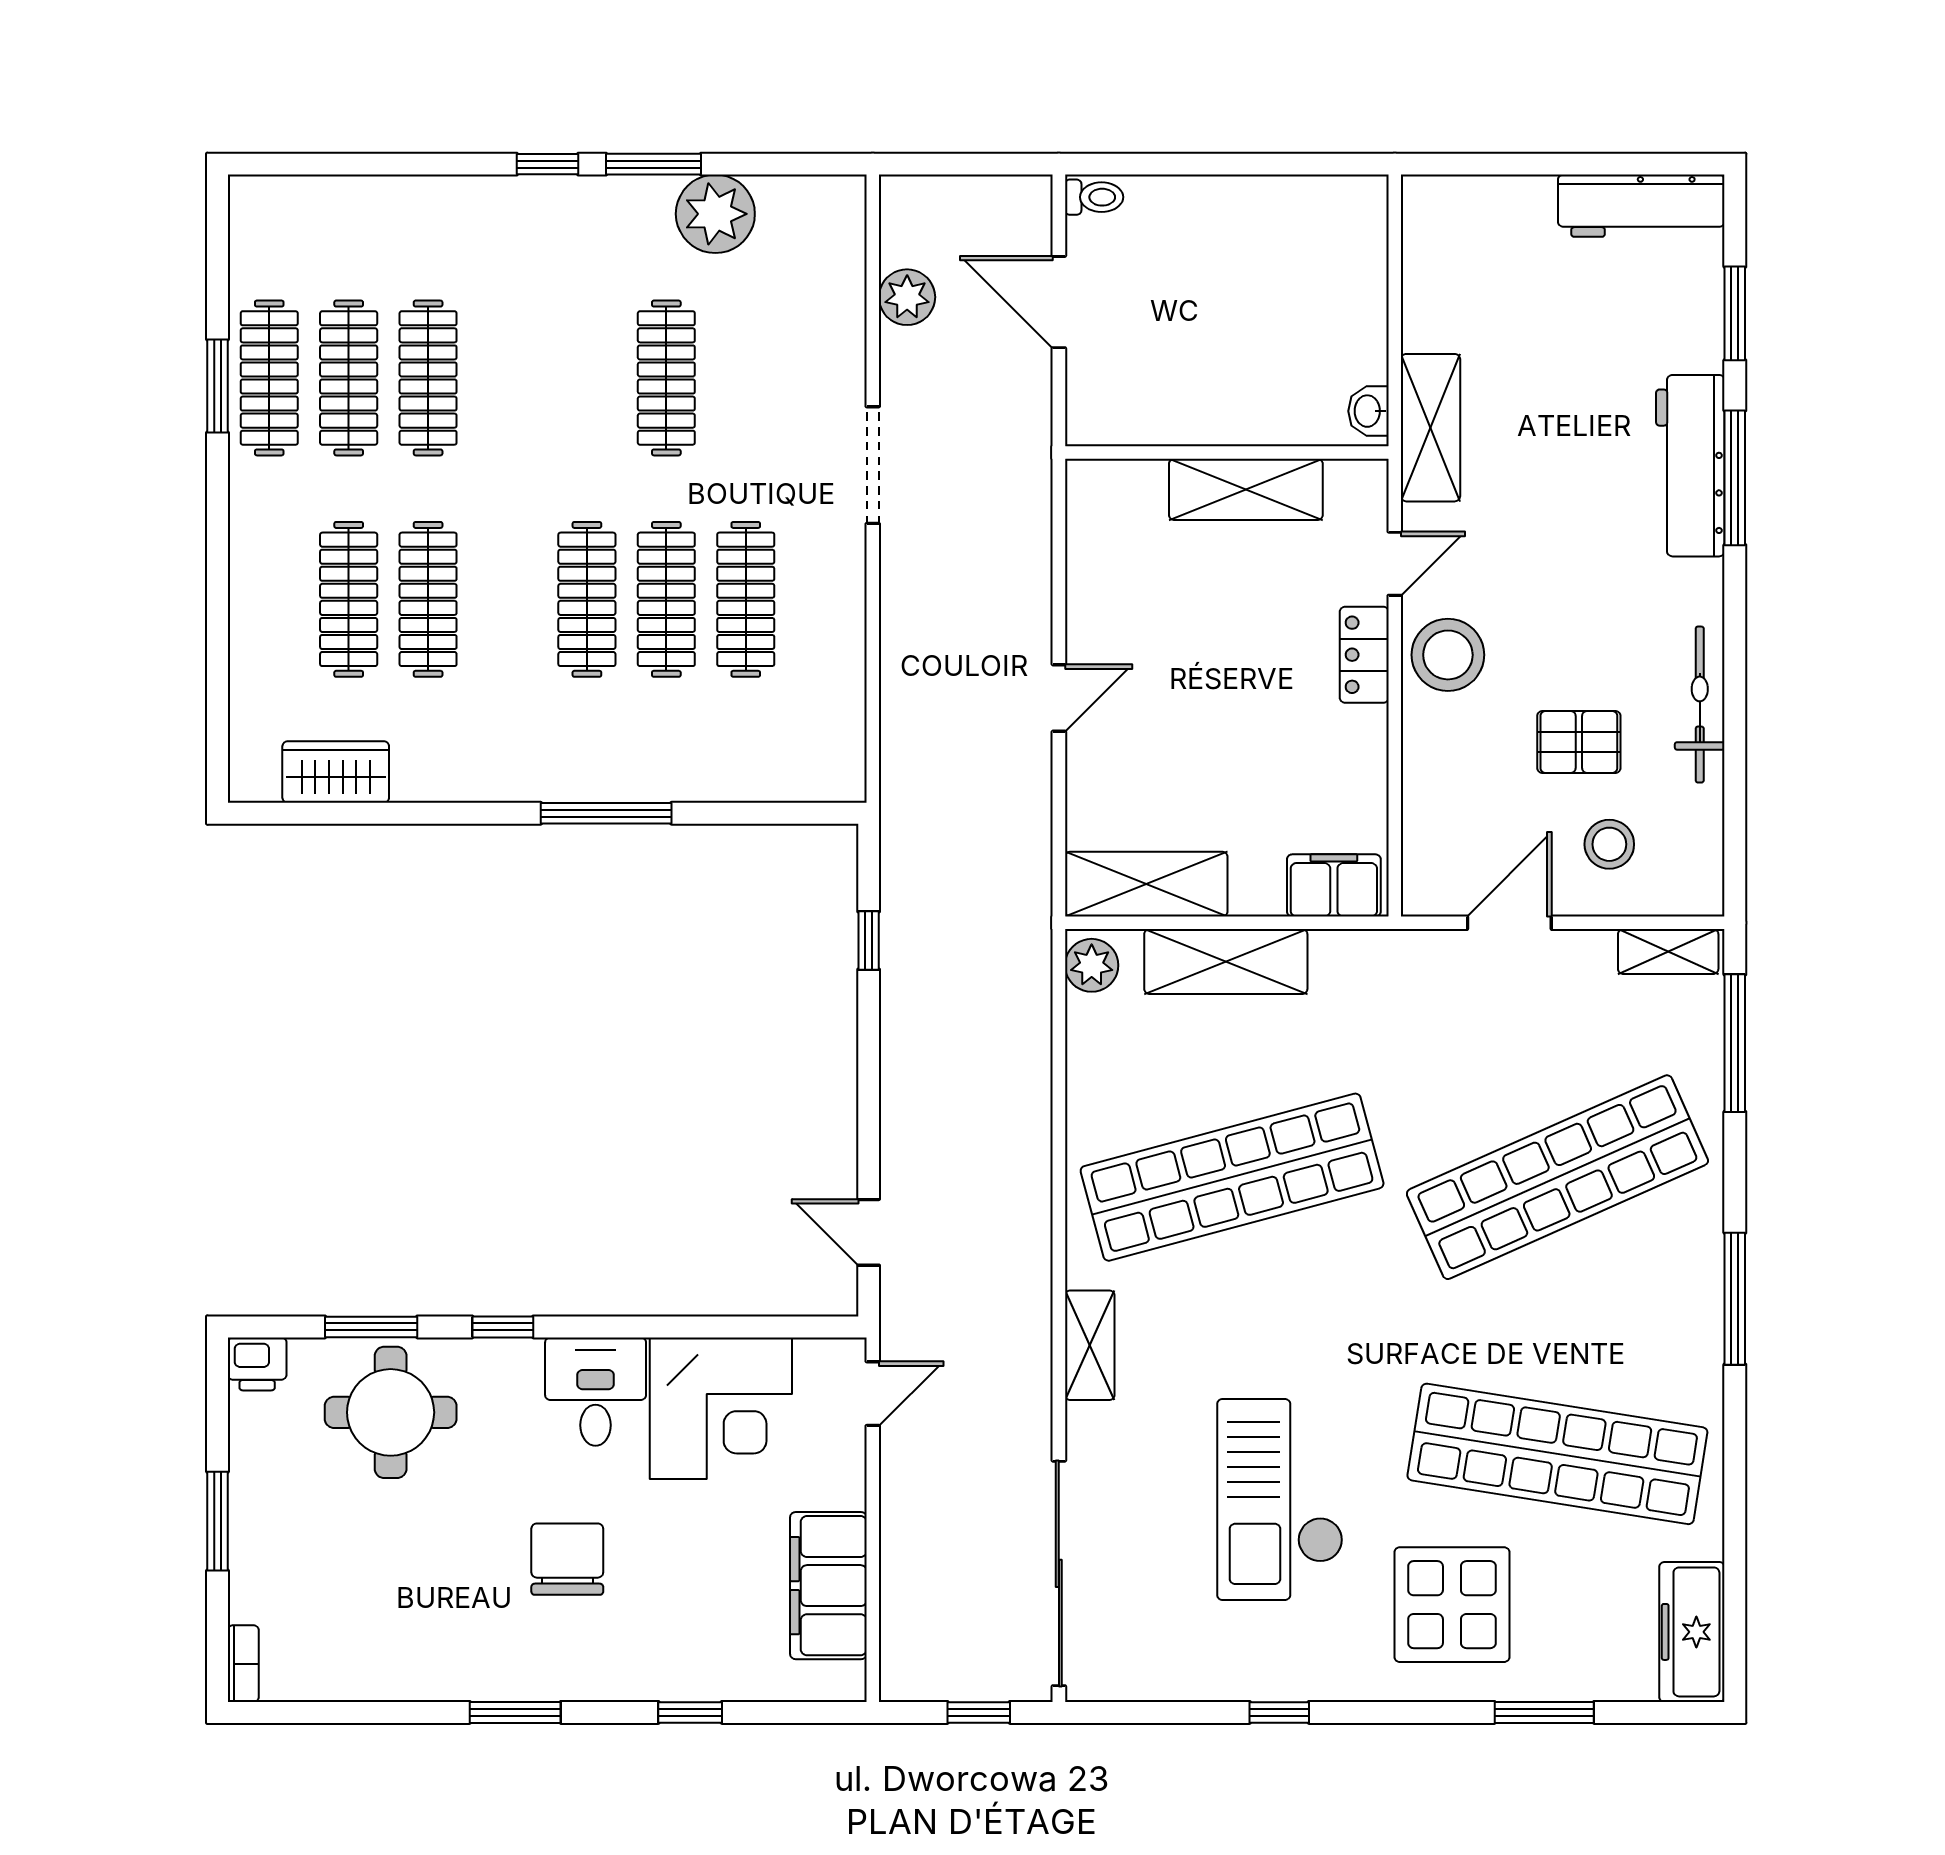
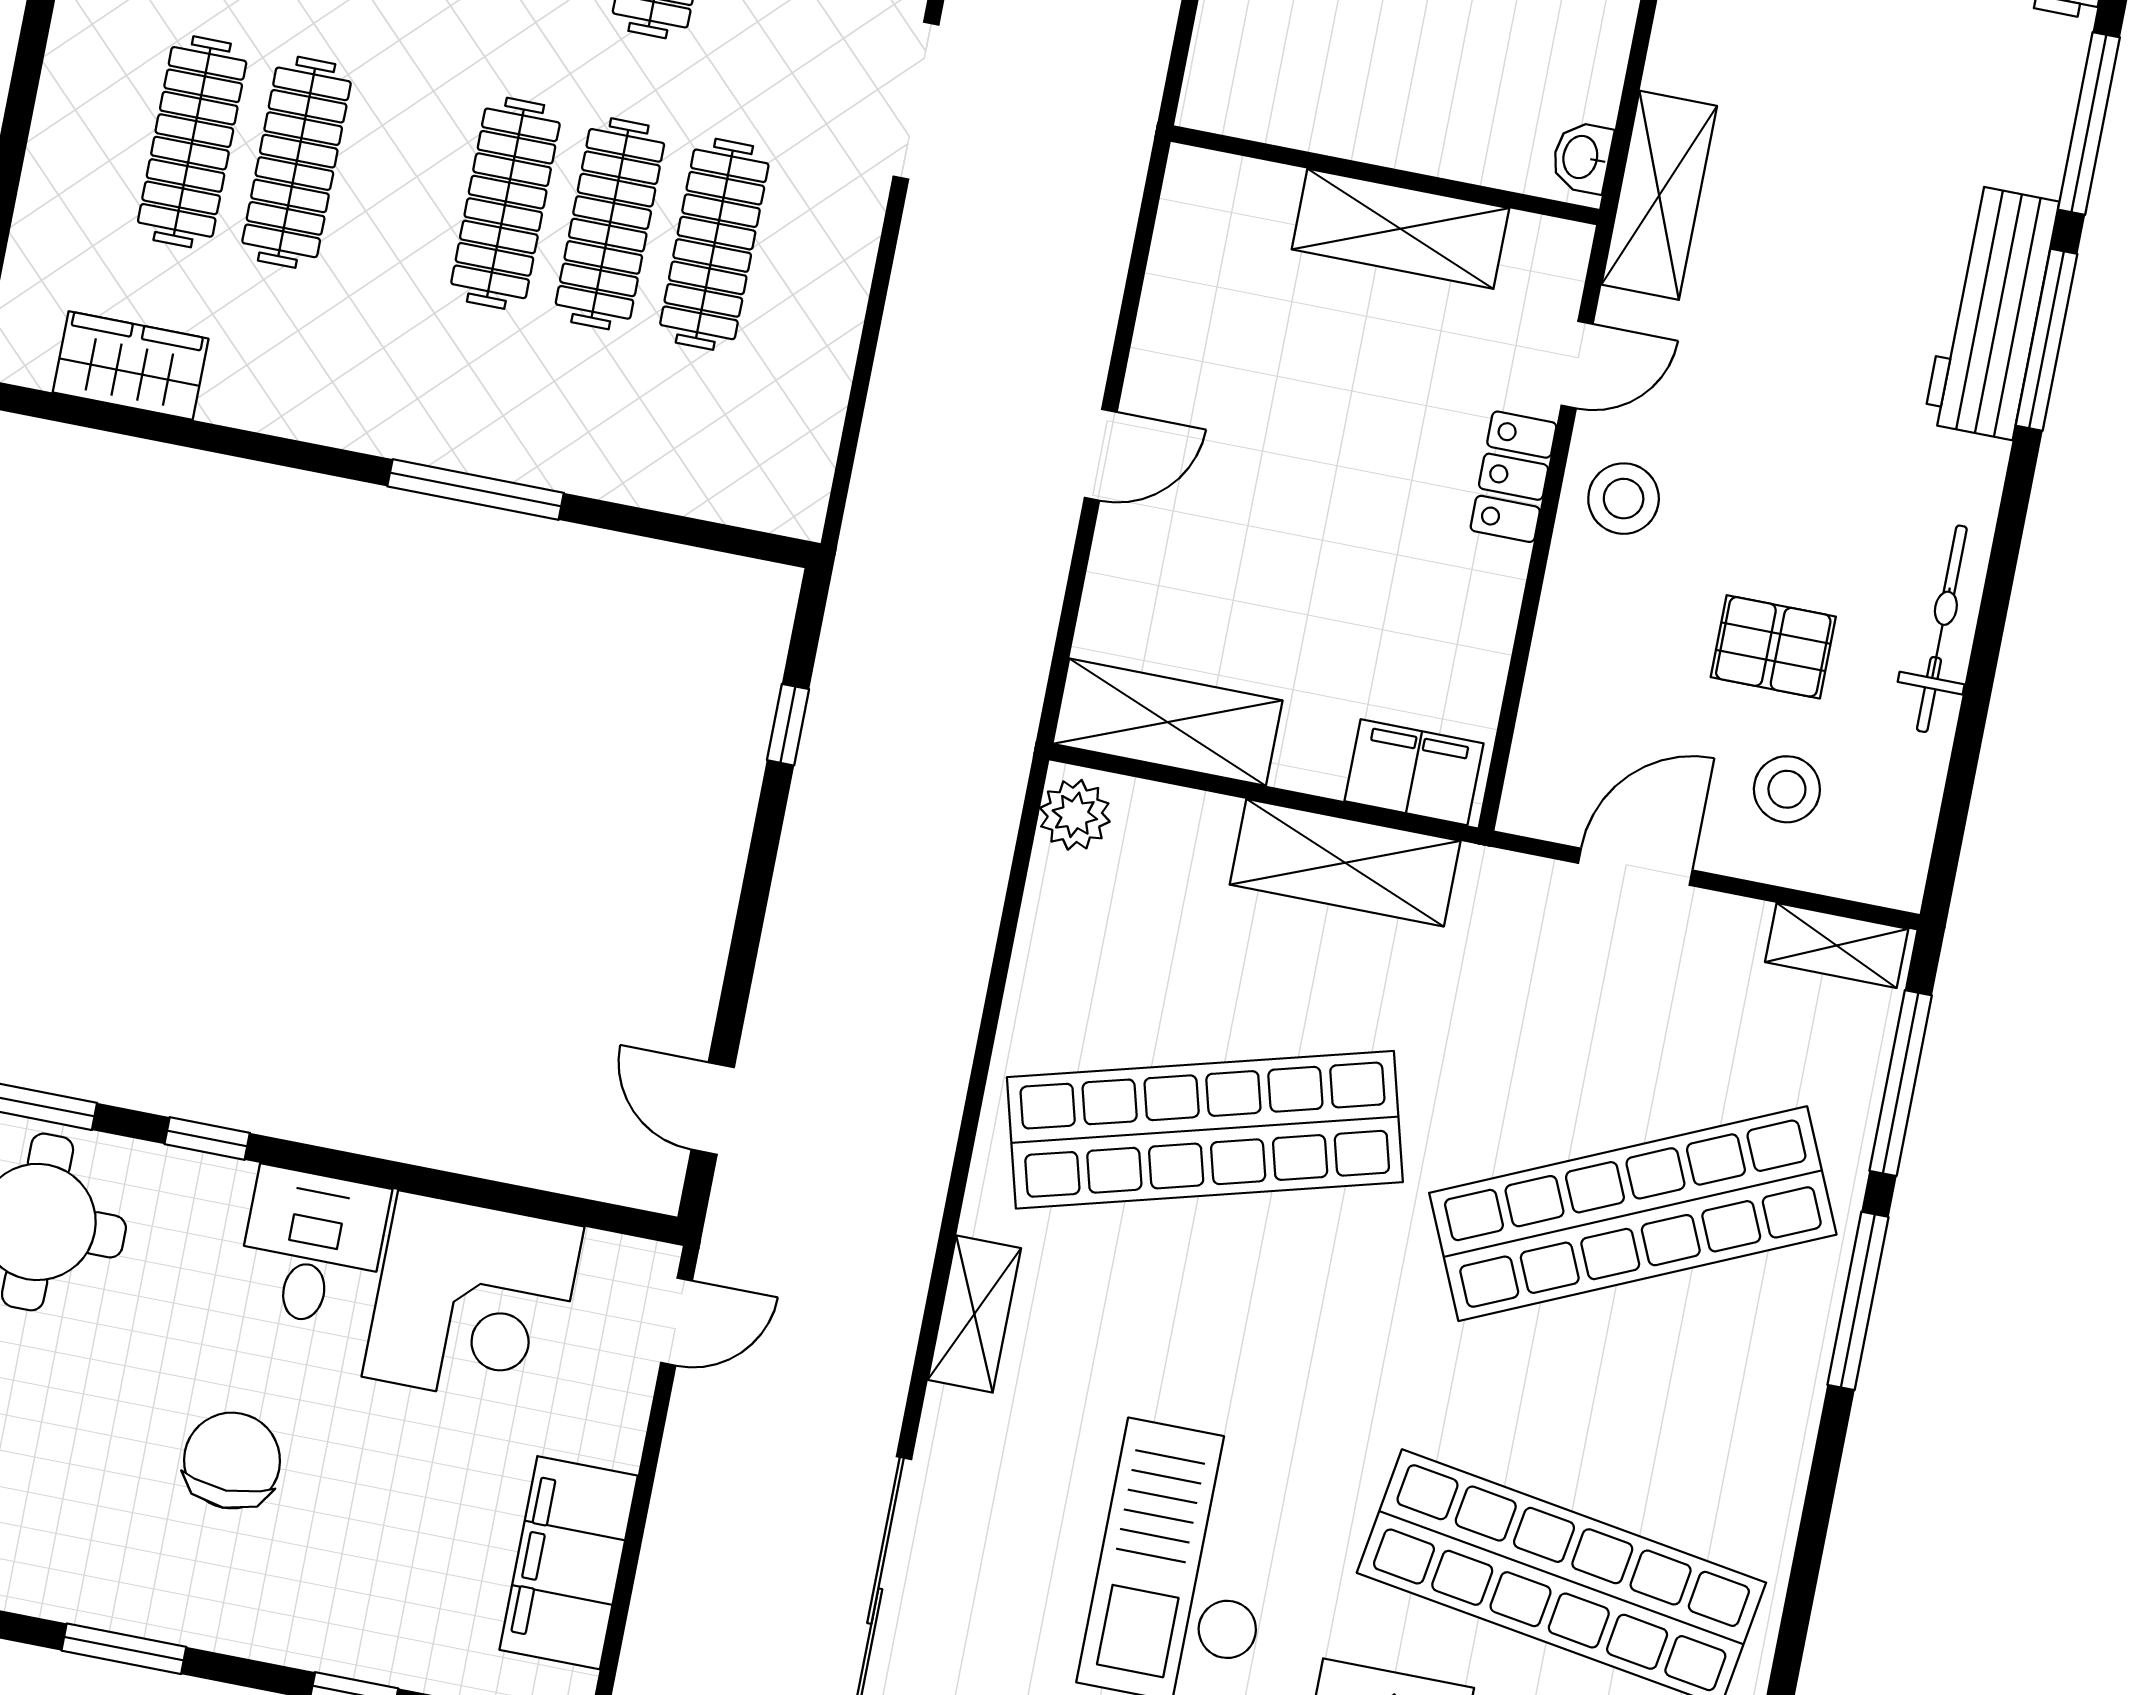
window: (1735, 313) -> (2089, 124), width x1.44
stool: (1448, 655) -> (1624, 499), width x0.73, depth x0.73
shelving: (1226, 962) -> (1345, 863), moved
window: (1735, 1299) -> (1858, 1301), moved

